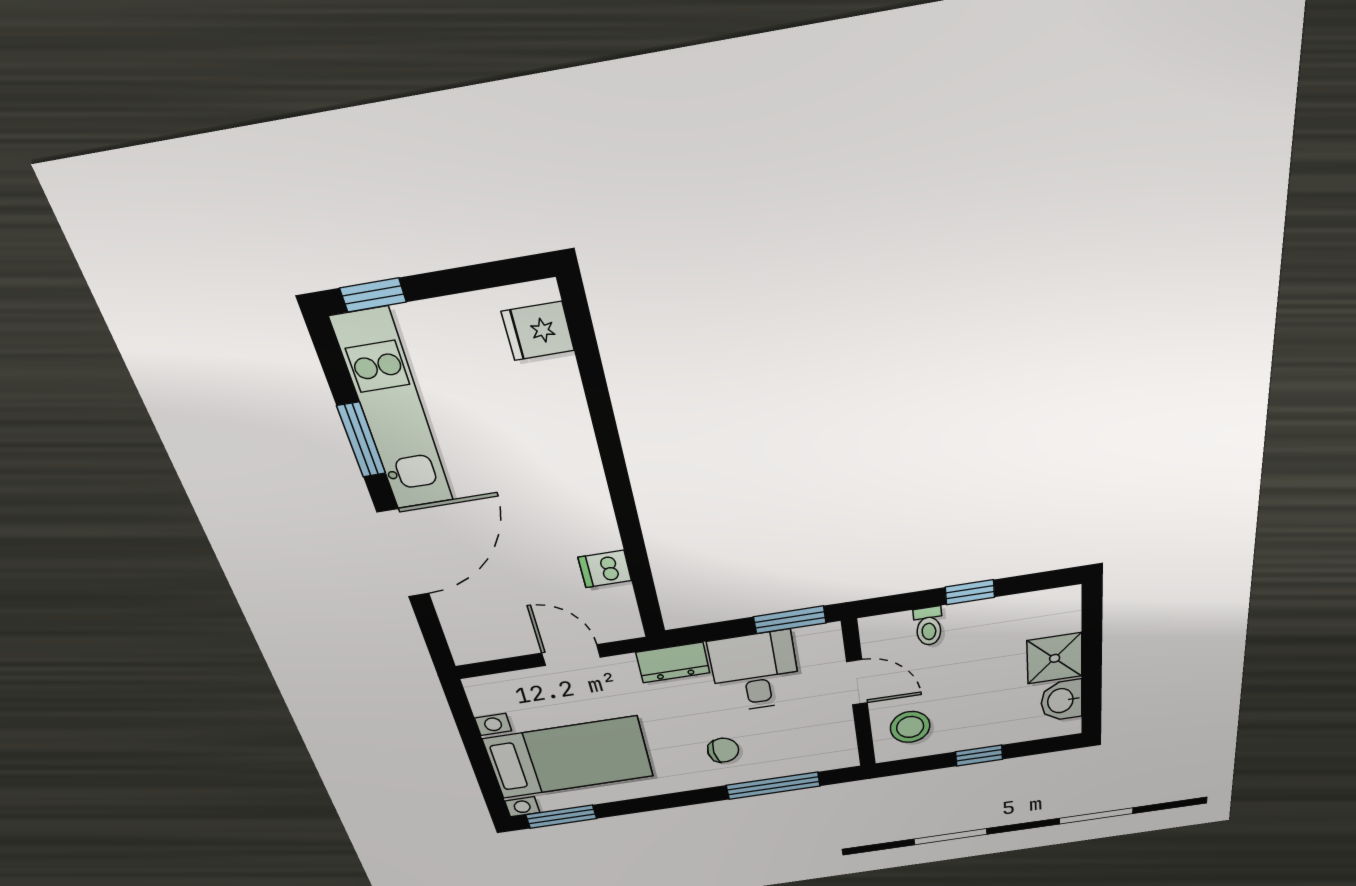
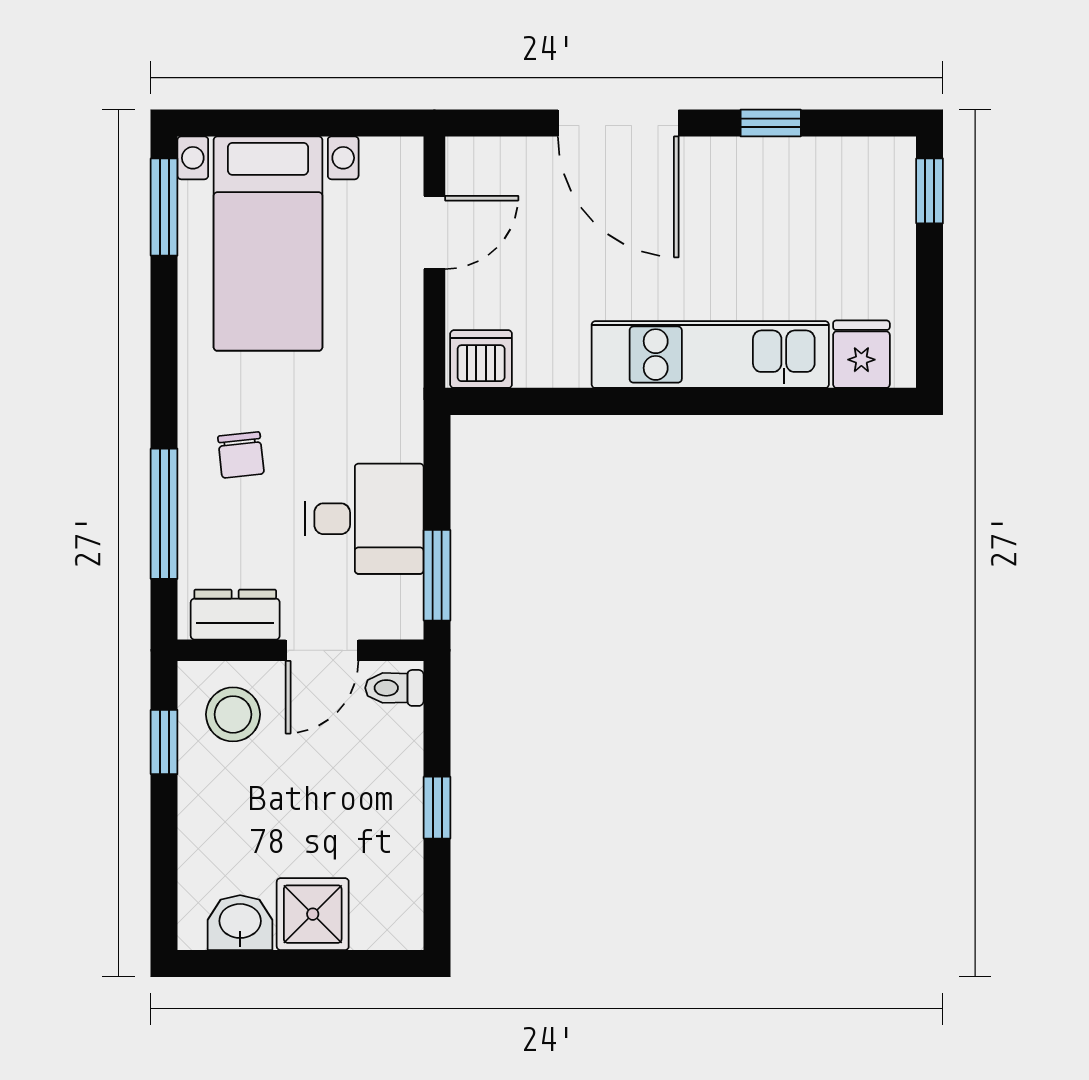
kitchen unit: (393, 412) -> (710, 355), moved, turned 180
window: (361, 440) -> (771, 123), width x0.67
dishwasher: (605, 569) -> (481, 359), moved, width x1.38
toilet: (928, 626) -> (394, 688), moved
door: (571, 655) -> (434, 232), moved
dresser: (673, 663) -> (235, 615), moved, turned 90
window: (979, 755) -> (164, 742), moved

